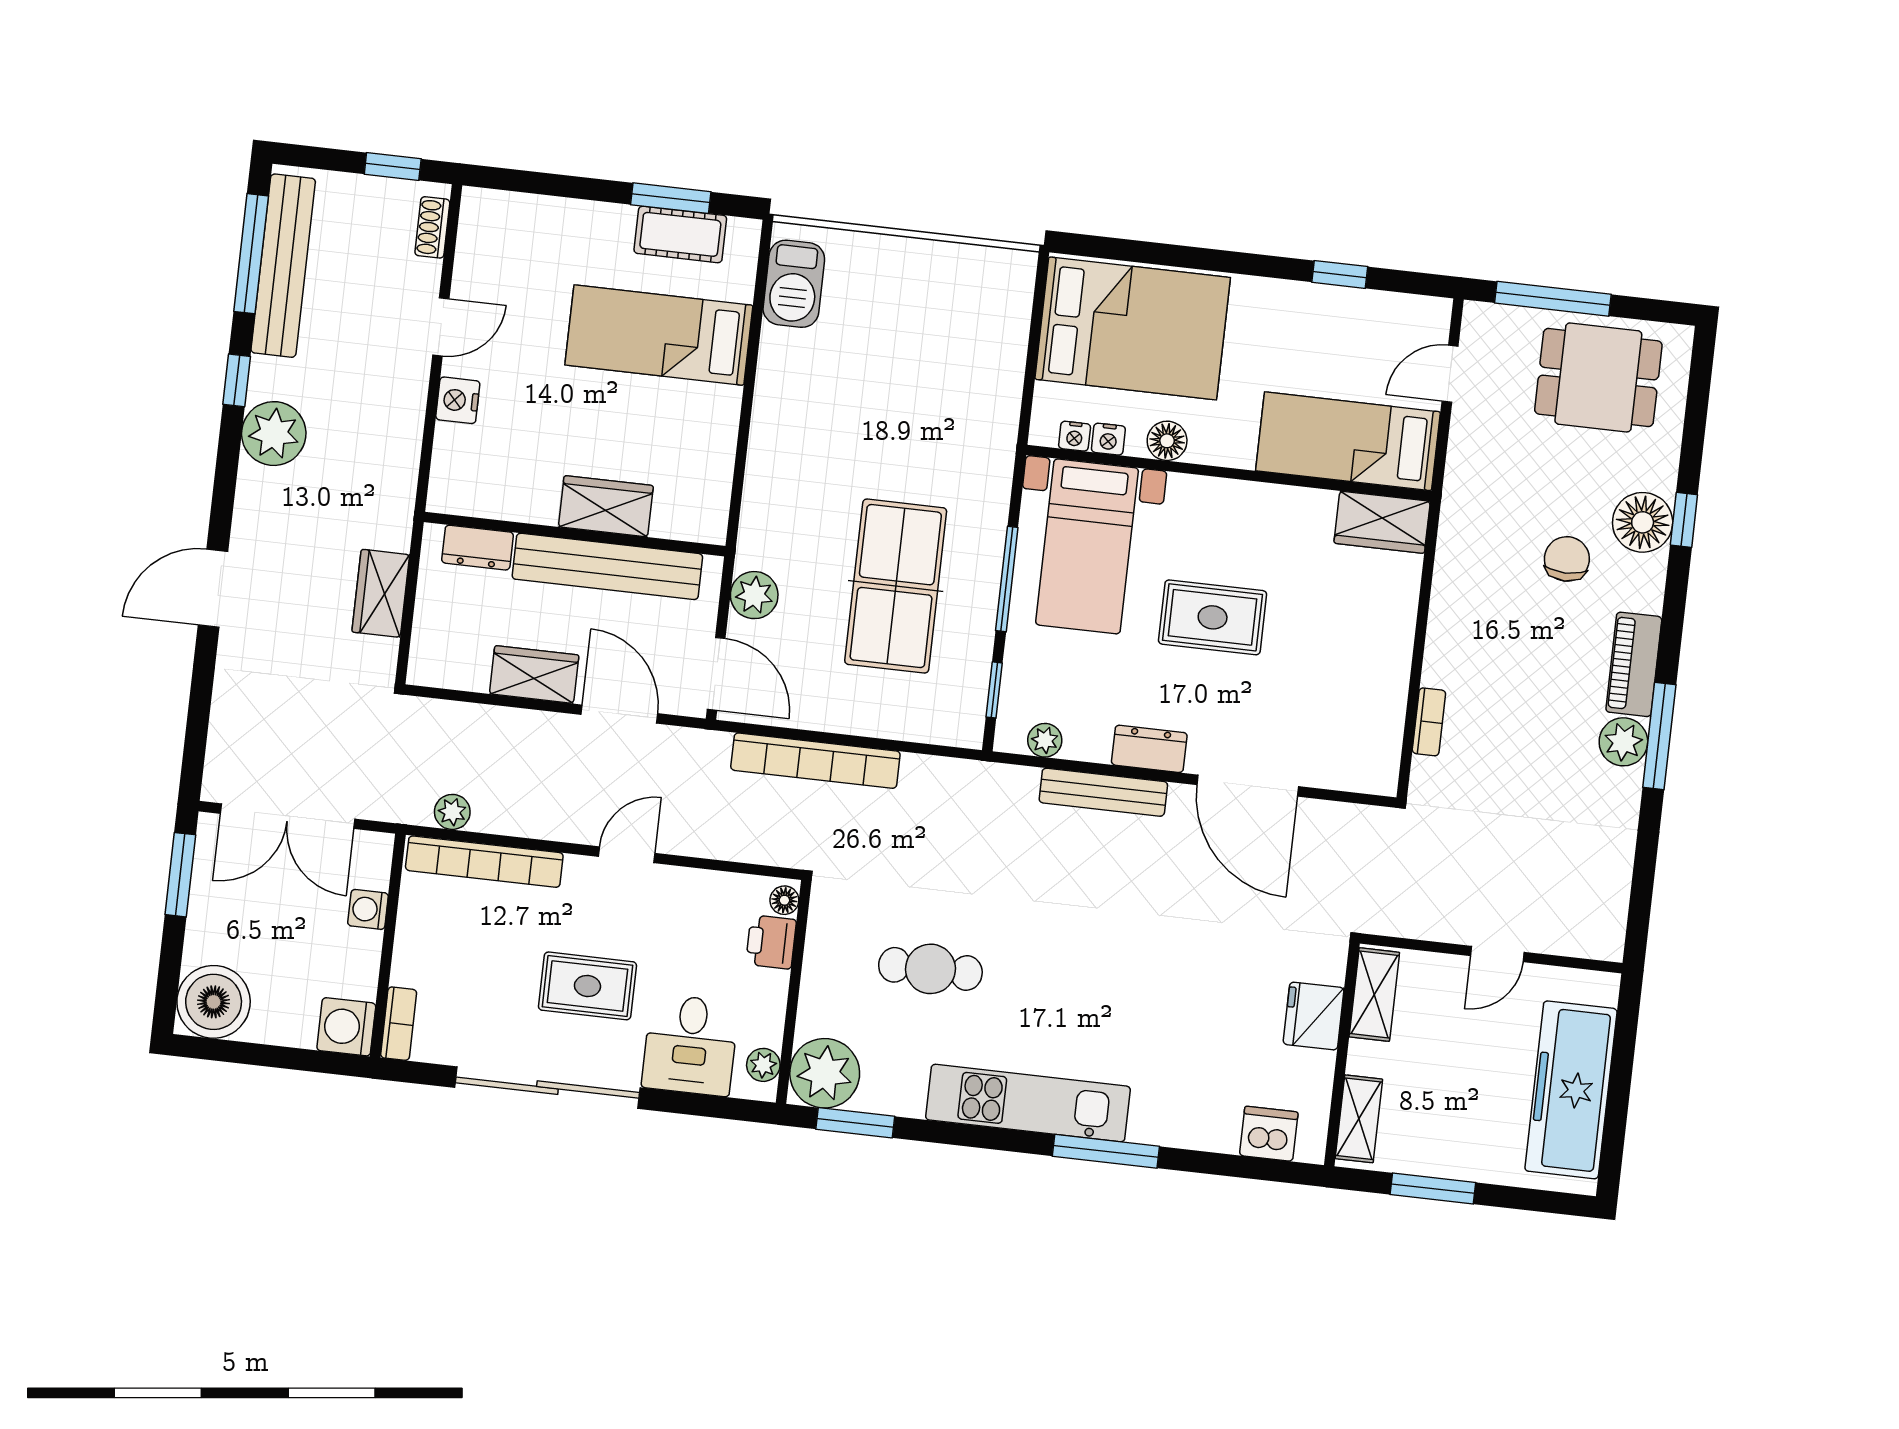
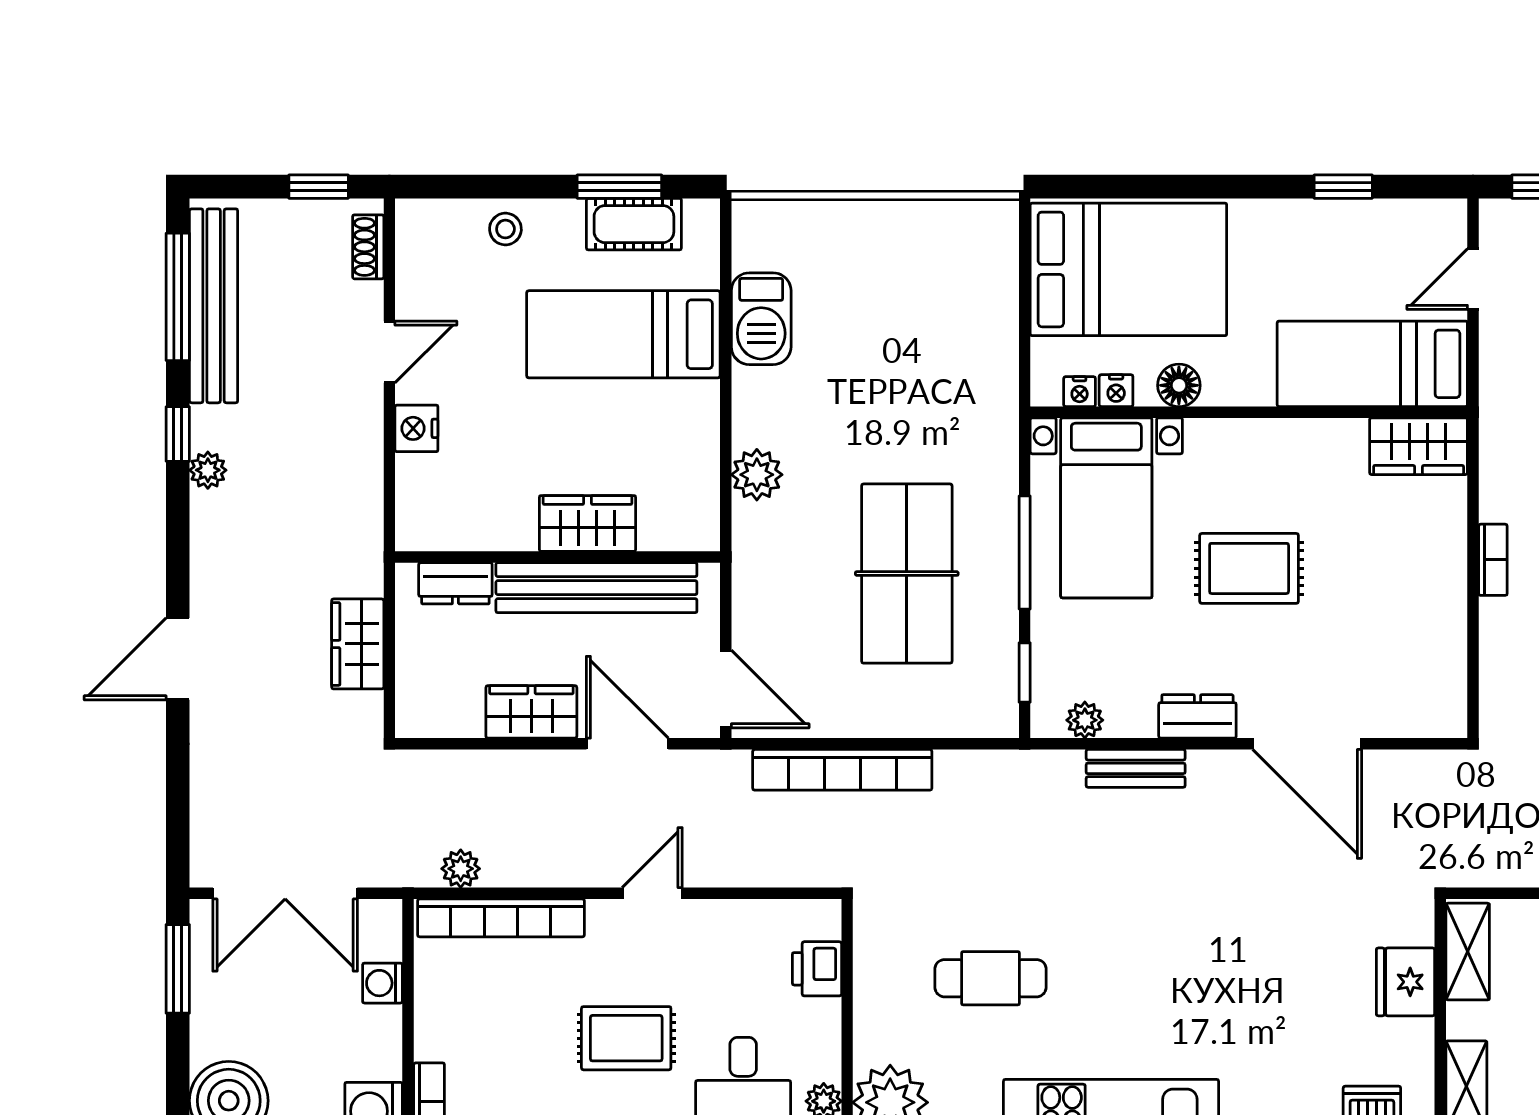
stool: (561, 225) -> (505, 229), added
barbecue: (794, 284) -> (761, 319), moved
plant: (274, 434) -> (208, 470), width x0.53, depth x0.53
plant: (754, 595) -> (757, 475), moved
bookcase: (1429, 722) -> (1493, 560), moved
bench: (1103, 792) -> (1136, 768), width x0.73
floor lamp: (784, 900) -> (826, 923), removed

